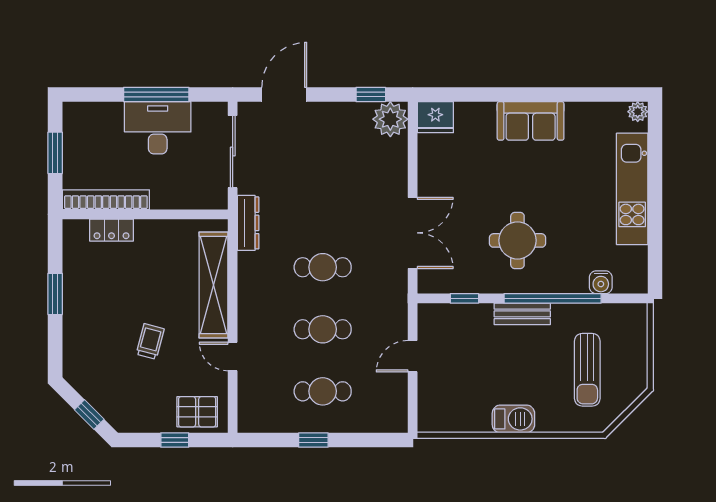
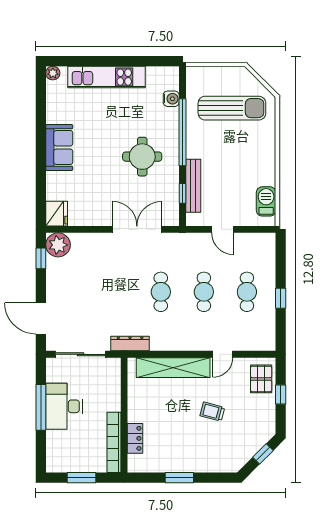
bench: (522, 314) -> (193, 186), moved, width x1.36
sun lounger: (587, 370) -> (232, 108), width x1.36, depth x1.34
barbecue: (513, 419) -> (266, 201), moved

